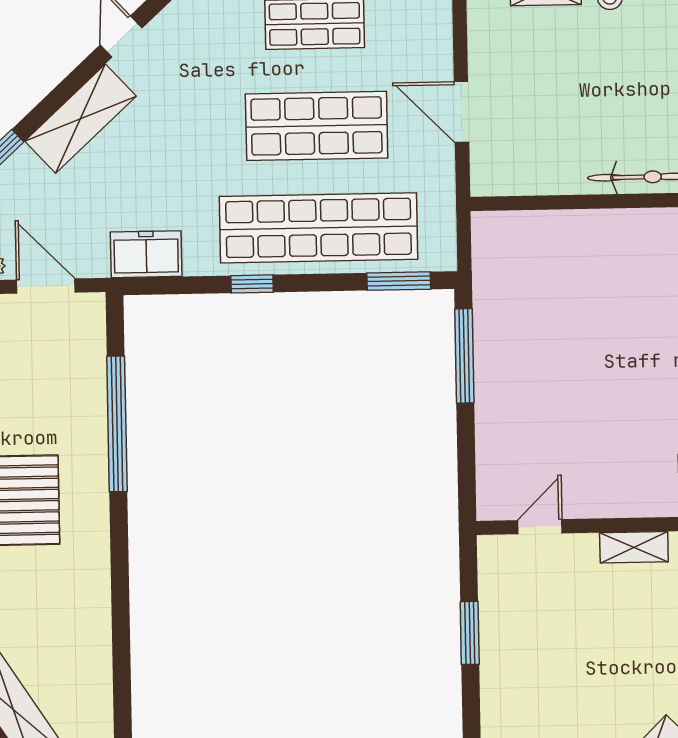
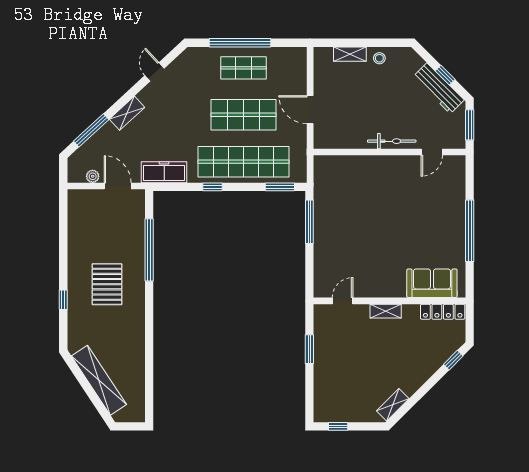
shelving: (80, 119) -> (127, 113), width x0.67, depth x0.75
freezer: (146, 254) -> (164, 172), width x1.40

